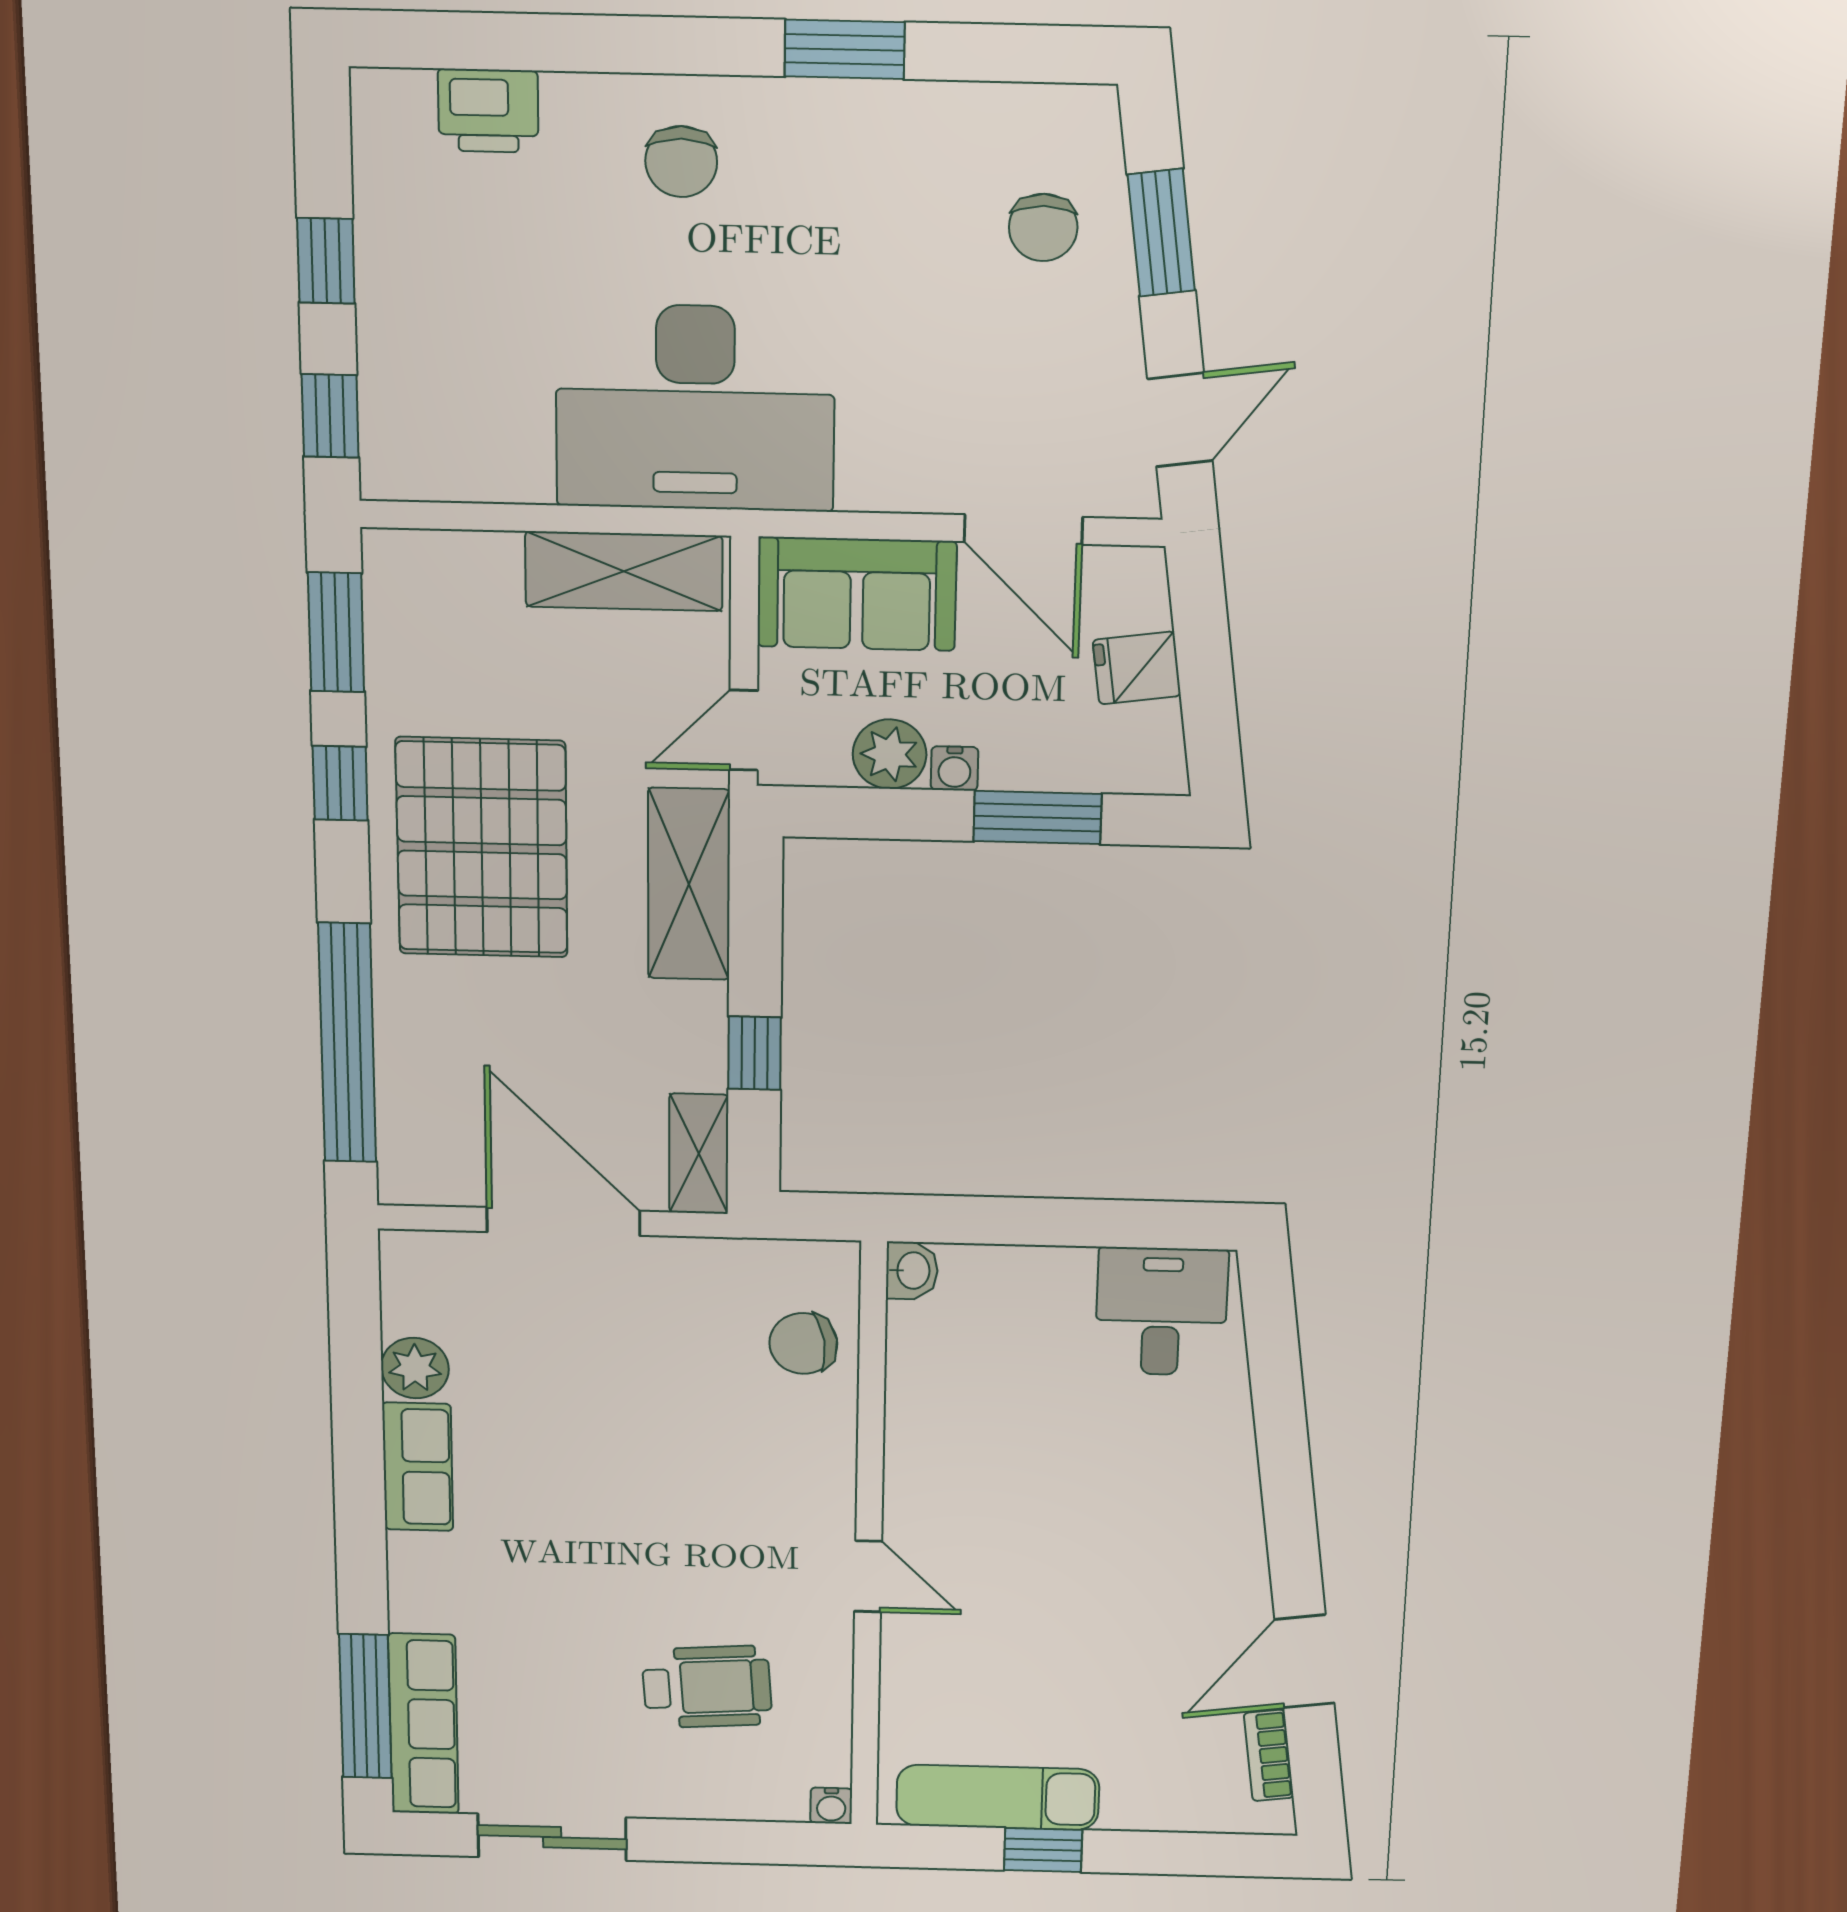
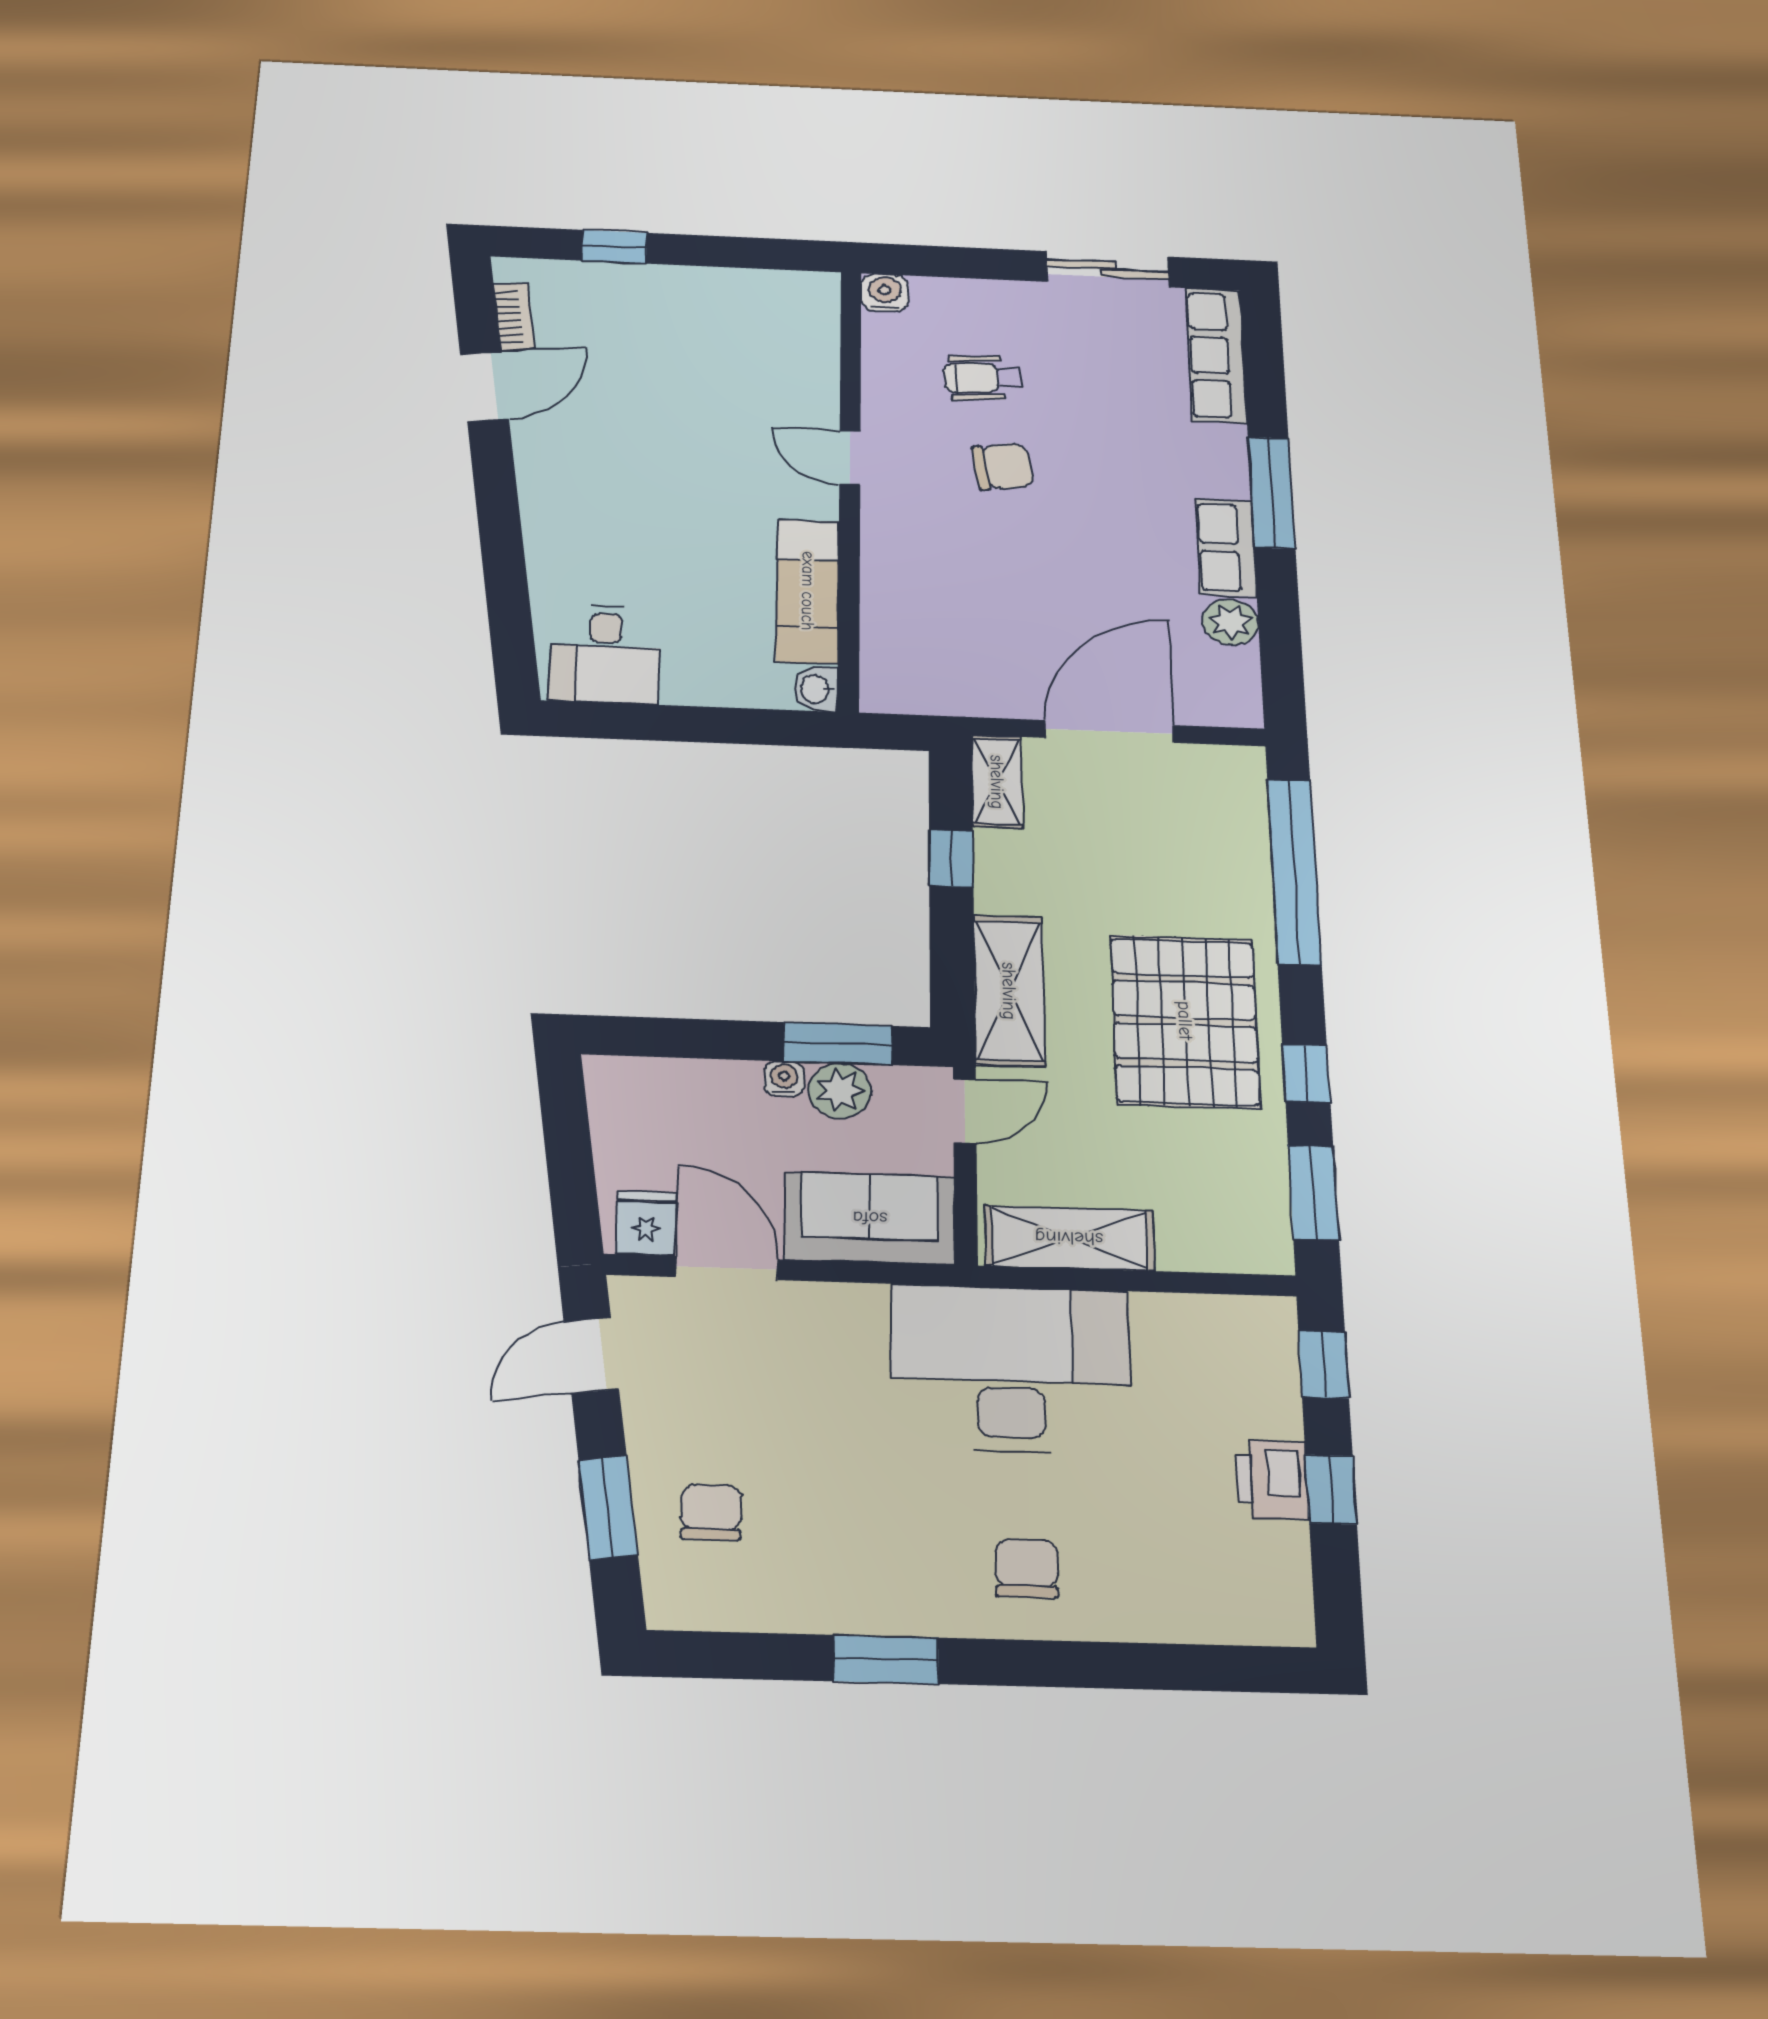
printer: (488, 111) -> (1272, 1480), moved, turned -90
fridge: (1137, 668) -> (646, 1223), moved, turned -82
window: (1038, 818) -> (838, 1043), moved
door: (563, 1221) -> (1109, 731), swing flipped
chair: (803, 1343) -> (1003, 466), moved
wheelchair: (707, 1687) -> (983, 378), width x0.73, depth x0.73
window: (365, 1706) -> (1271, 493), moved
exam couch: (998, 1797) -> (808, 591), moved, turned 90
water cooler: (831, 1806) -> (885, 293), width x1.38, depth x1.38
window: (1043, 1850) -> (614, 247), moved

